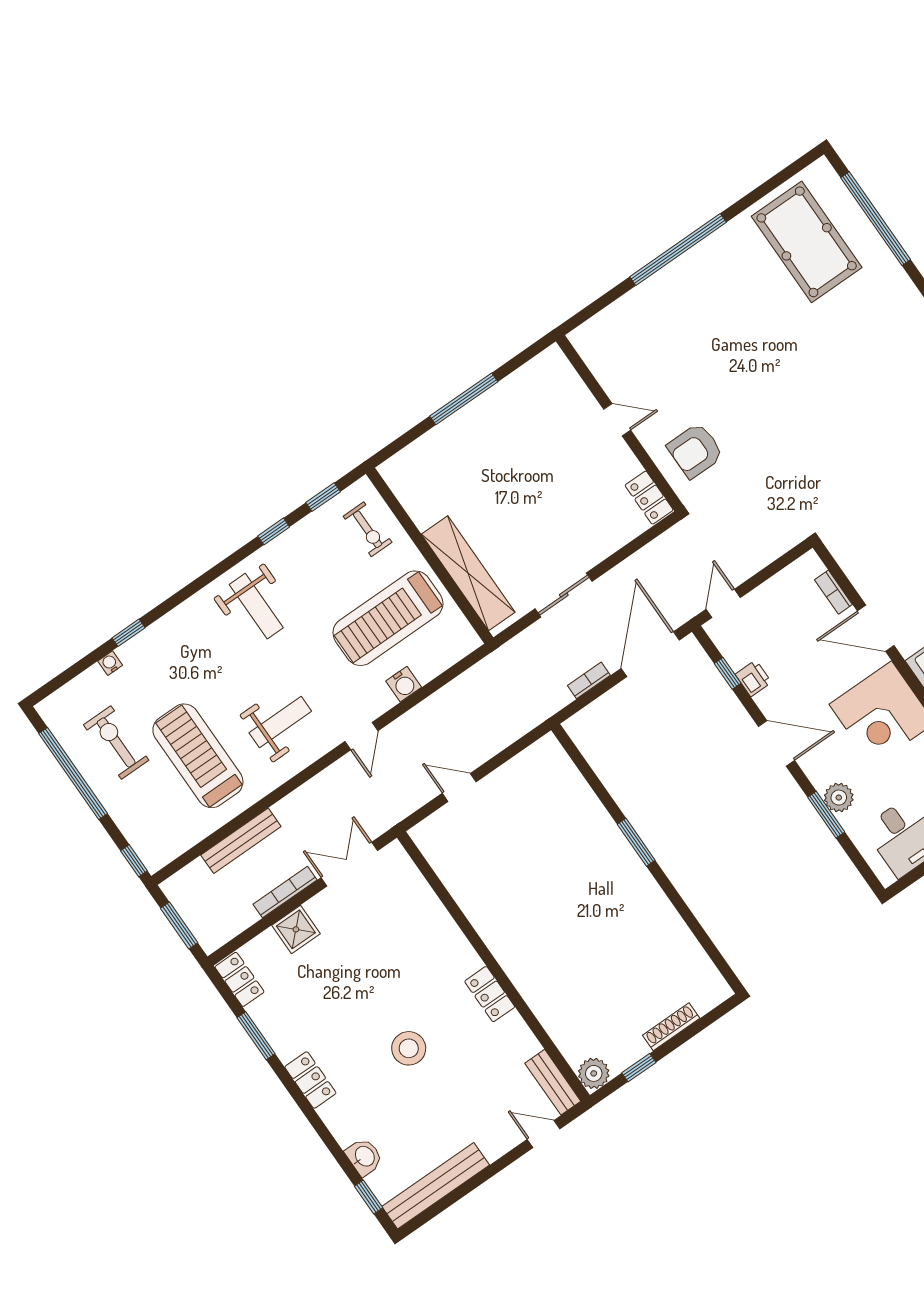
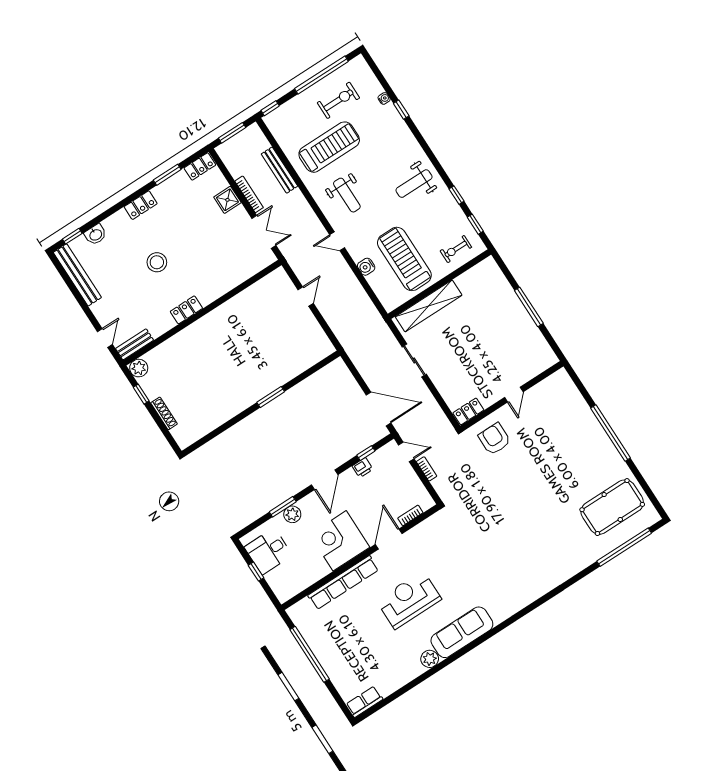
bookcase: (589, 680) -> (427, 469), moved

